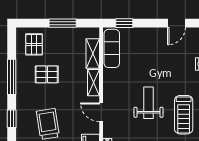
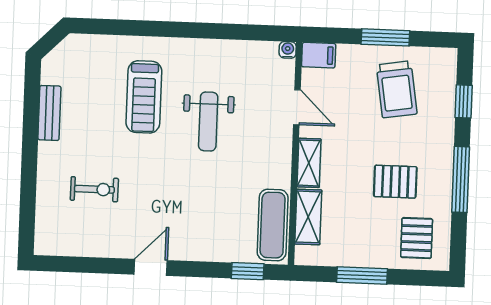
treadmill: (184, 115) -> (144, 97), turned 180

